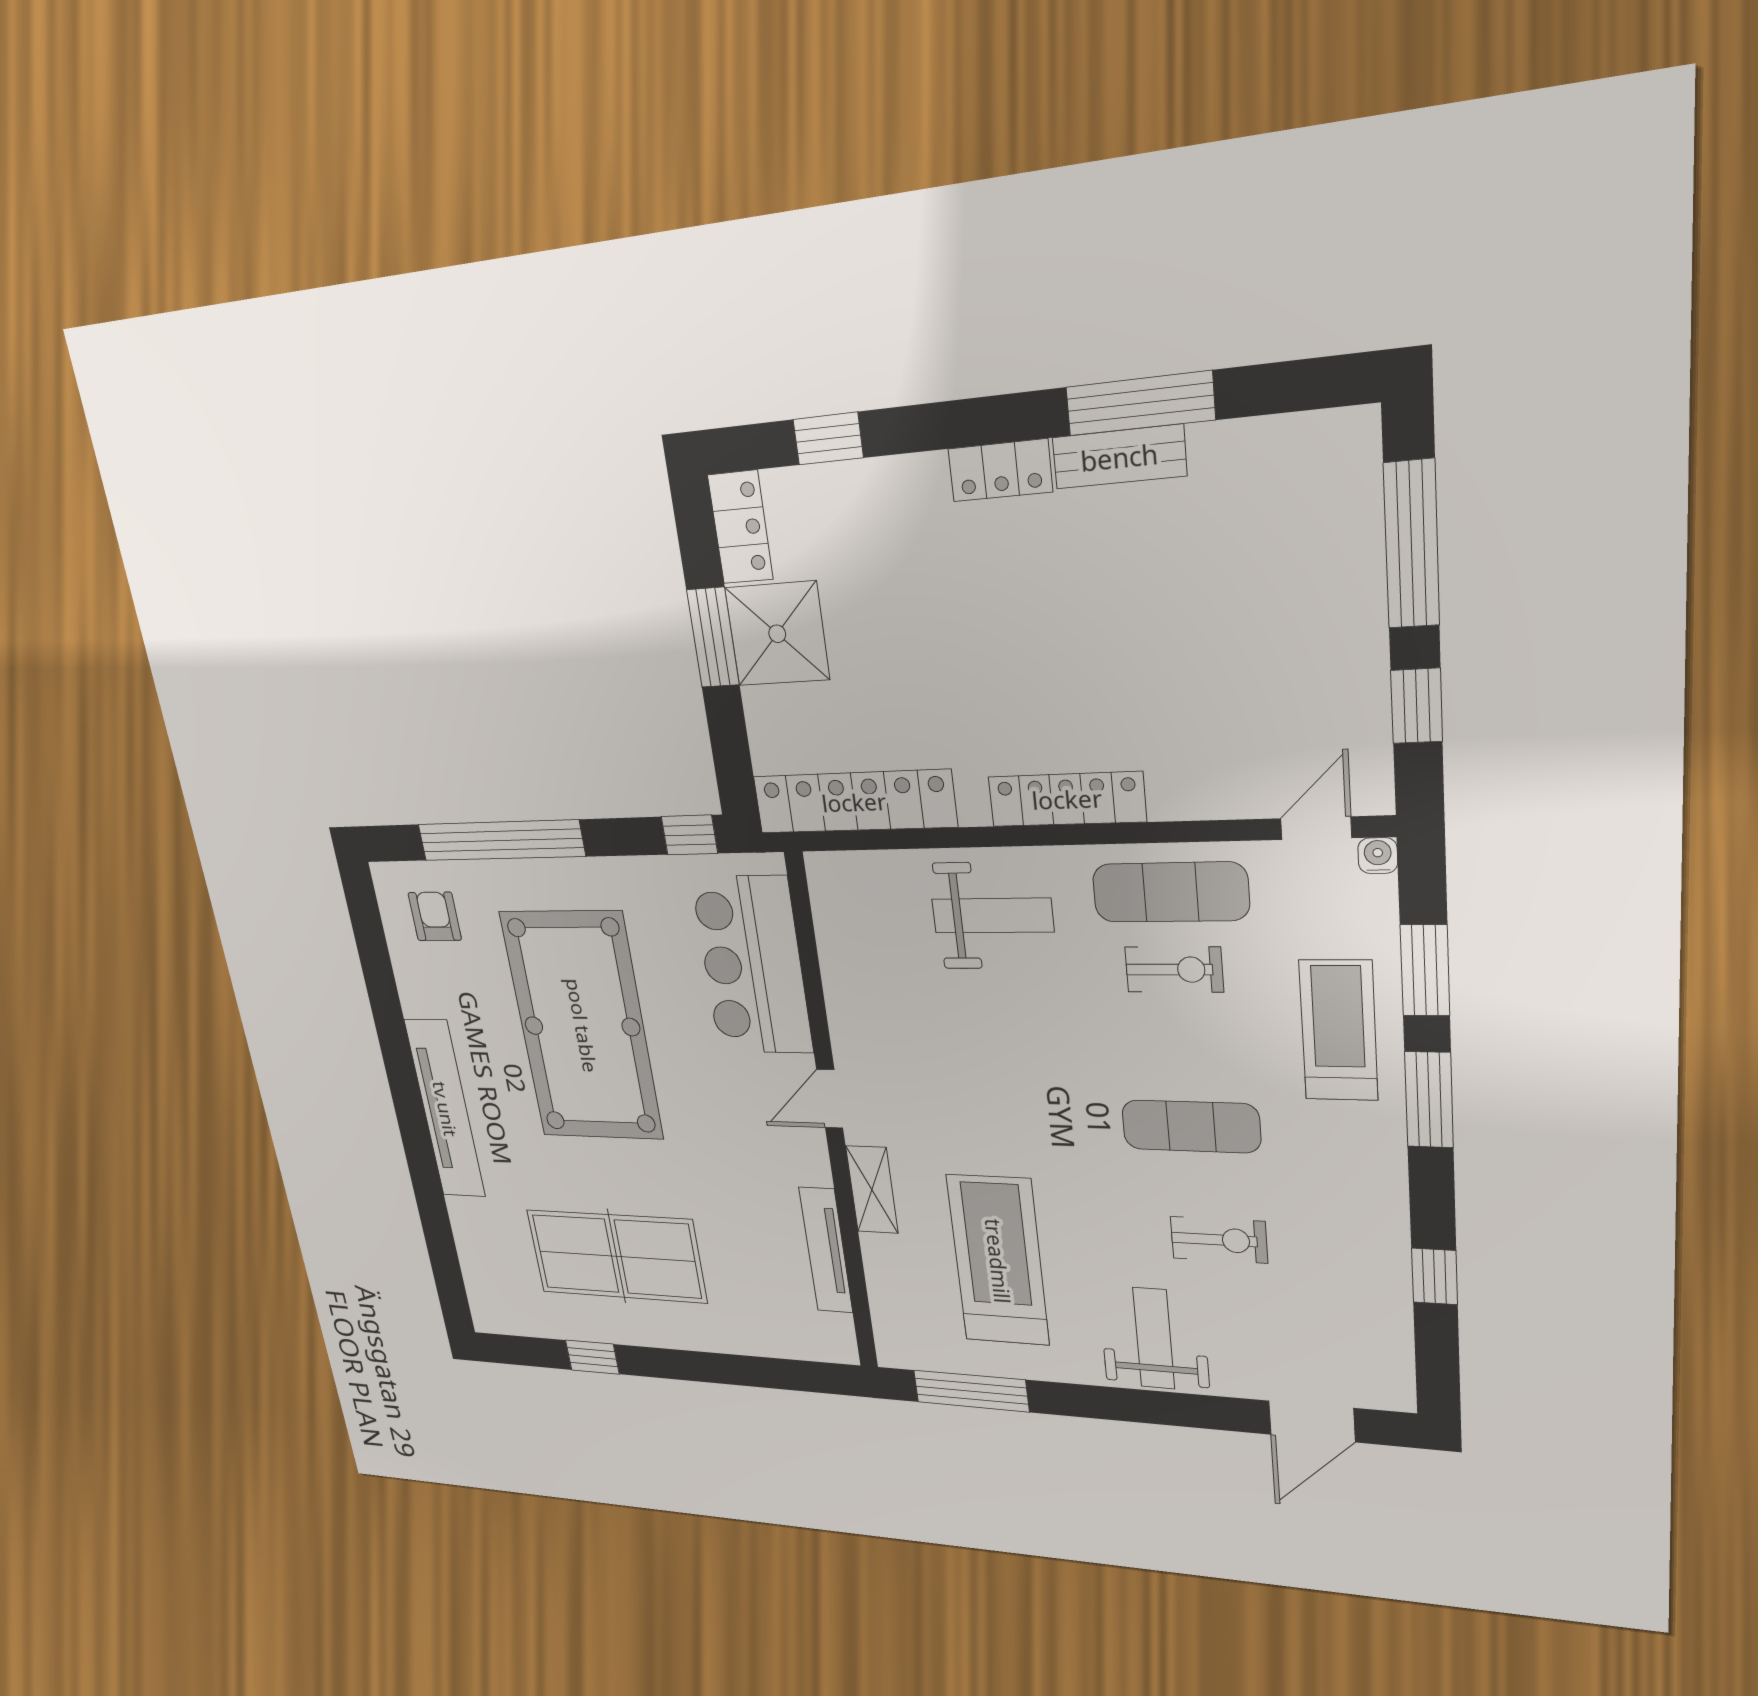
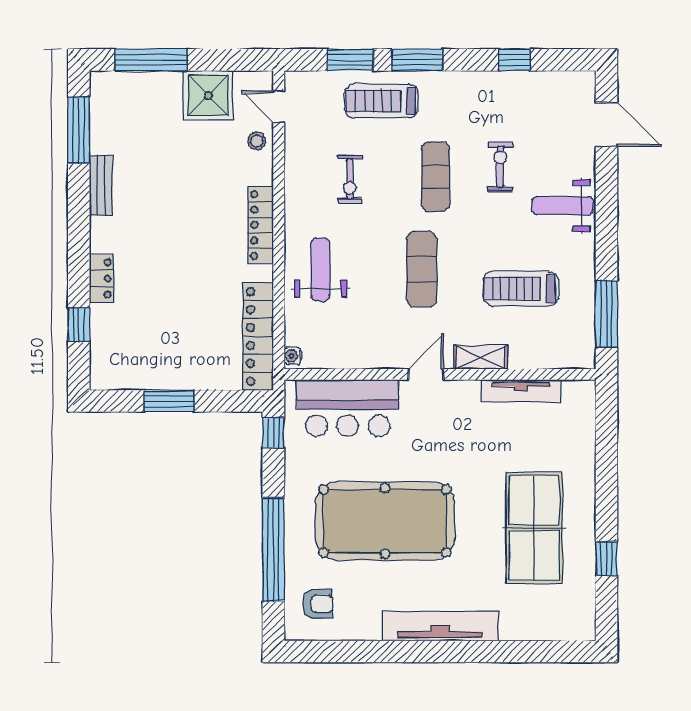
window: (1140, 403) -> (79, 130), moved
locker: (1000, 470) -> (102, 278), moved
locker: (740, 527) -> (116, 377), removed
shower: (777, 634) -> (208, 95), moved
window: (1417, 706) -> (223, 60), removed
stool: (1240, 785) -> (257, 141), added
water cooler: (1378, 856) -> (293, 356), moved
exercise mat: (1170, 892) -> (422, 269), moved
armchair: (435, 916) -> (318, 604), turned 180
exercise bike: (1174, 970) -> (350, 179), turned 180
door: (830, 1099) -> (426, 374), swing flipped
treadmill: (998, 1261) -> (521, 289), width x0.73, depth x0.73

